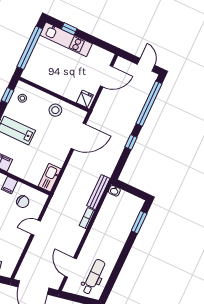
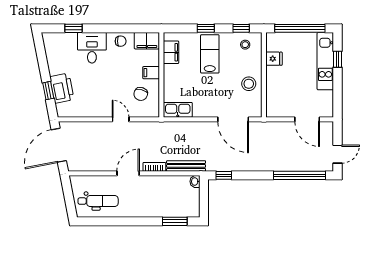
fridge: (85, 99) -> (274, 59), moved
window: (131, 142) -> (224, 175), moved
door: (71, 267) -> (128, 173), moved

